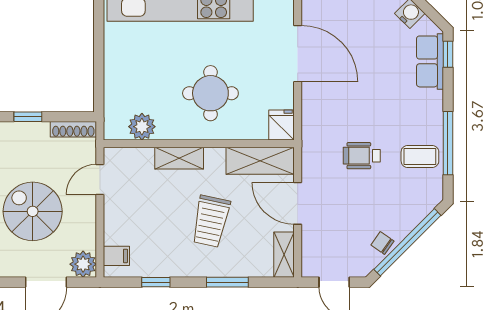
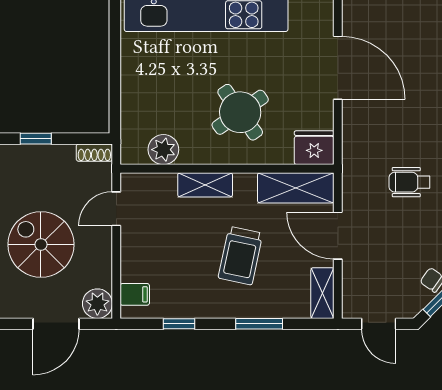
round table: (210, 93) -> (240, 112), turned -35
fridge: (282, 125) -> (314, 148), width x1.38
shoe rack: (73, 129) -> (94, 153), width x0.70

